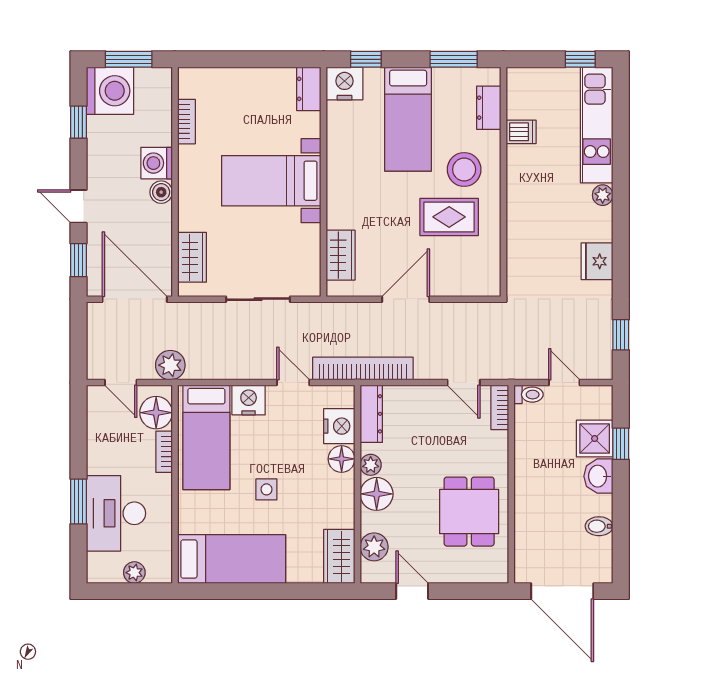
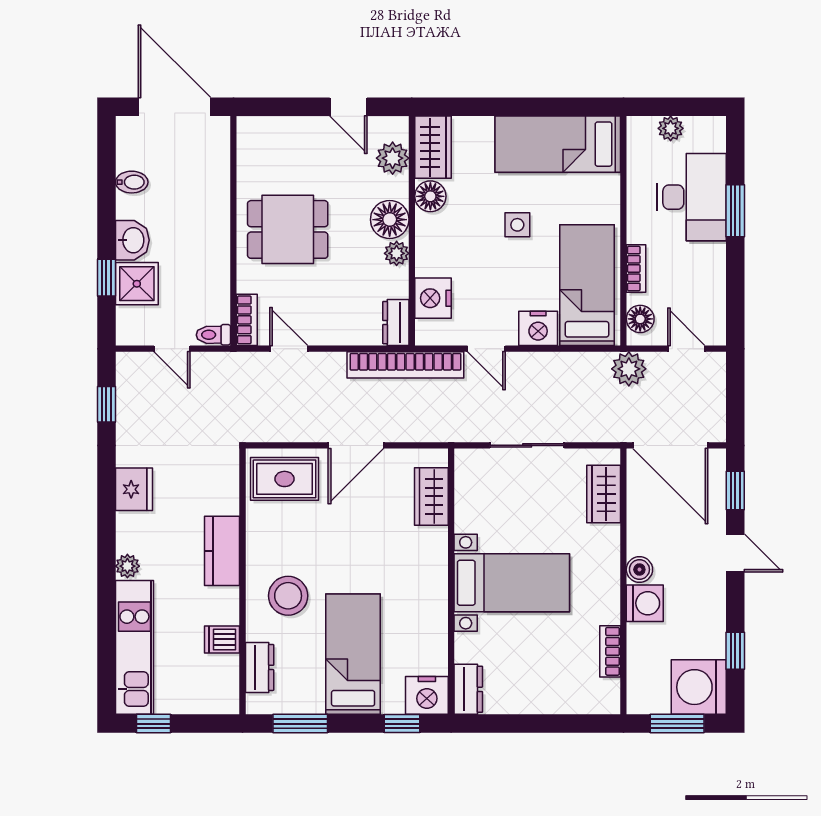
kitchen counter: (521, 208) -> (222, 551), added
rug: (449, 217) -> (285, 479), moved
floor lamp: (156, 413) -> (640, 319), width x0.73, depth x0.73
dresser: (371, 414) -> (396, 323), width x0.70
floor lamp: (342, 459) -> (430, 196), moved
dining table: (469, 512) -> (288, 229), moved, turned 90

